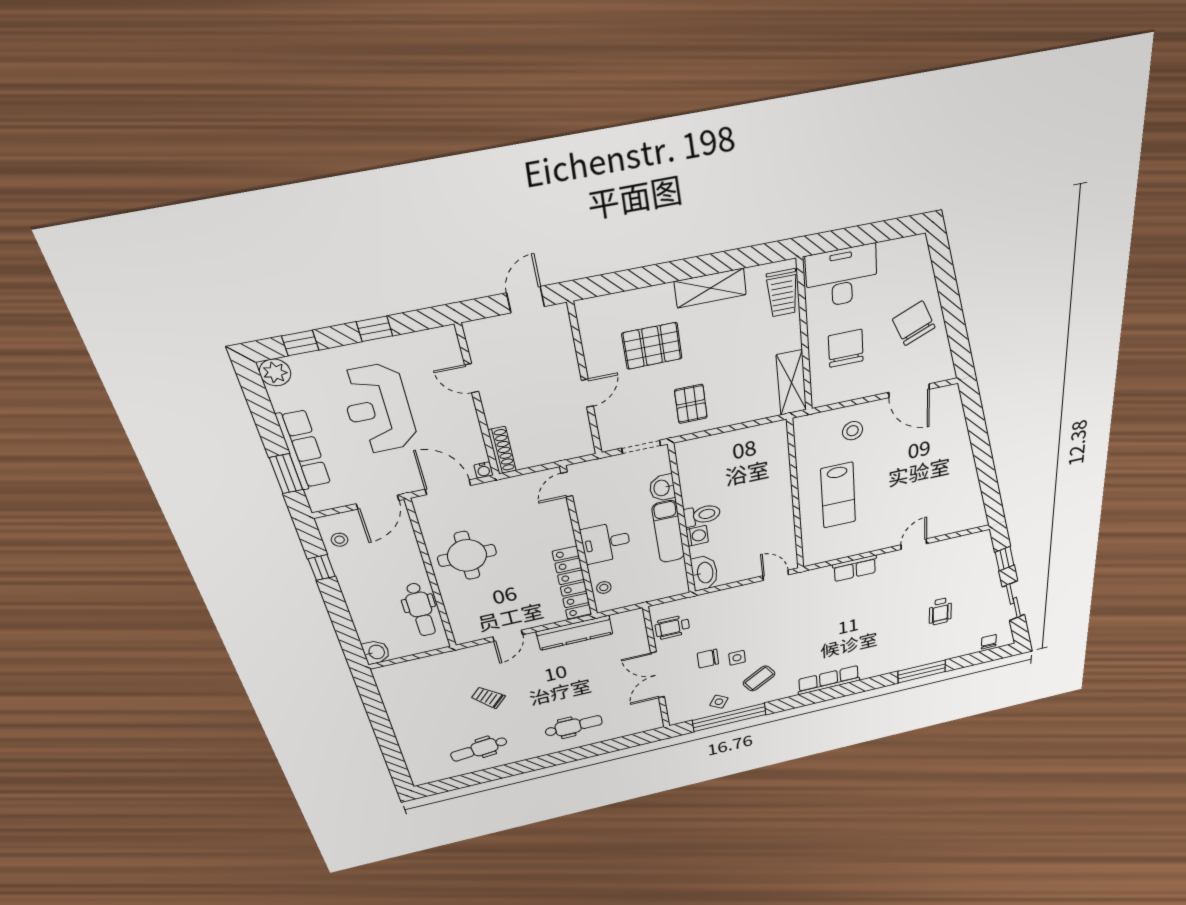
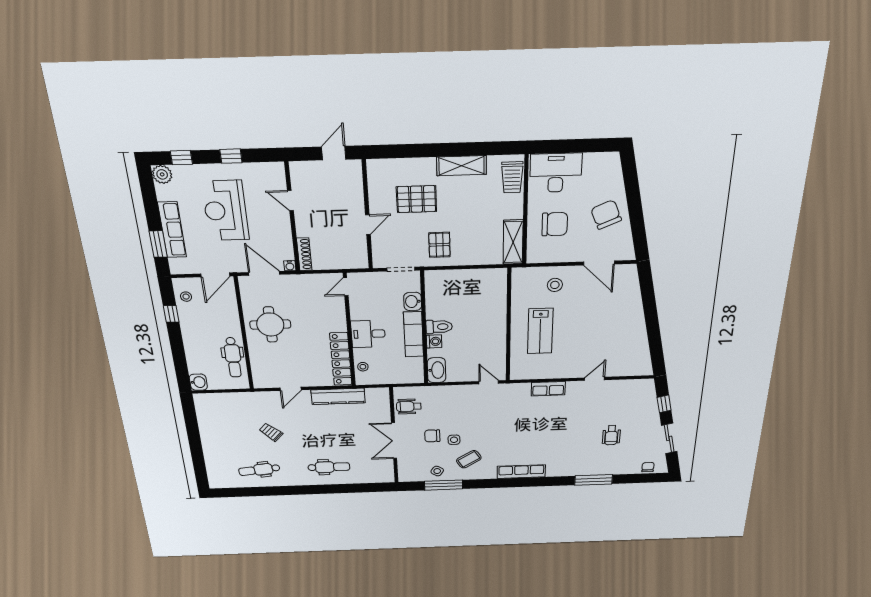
chair: (846, 348) -> (555, 224), turned 90
window: (729, 717) -> (444, 485), width x0.68

